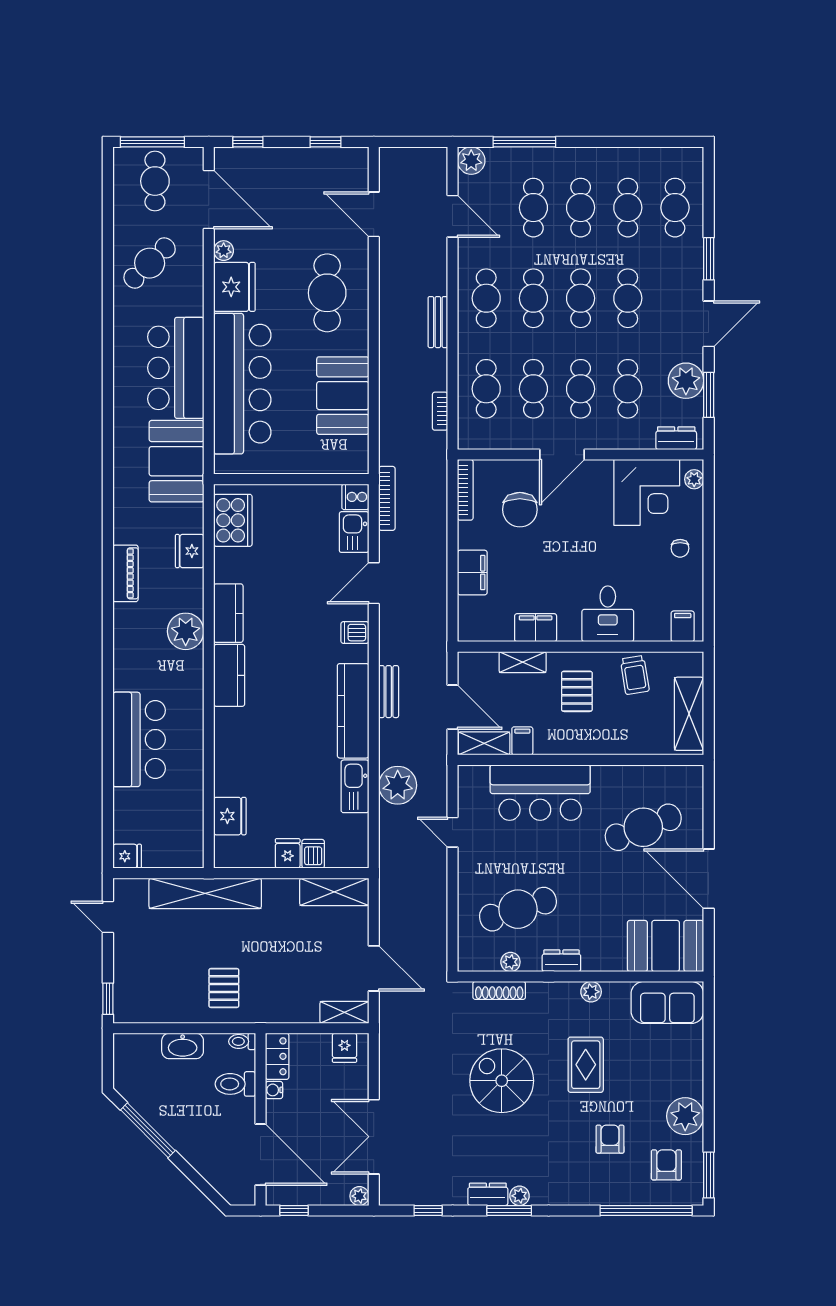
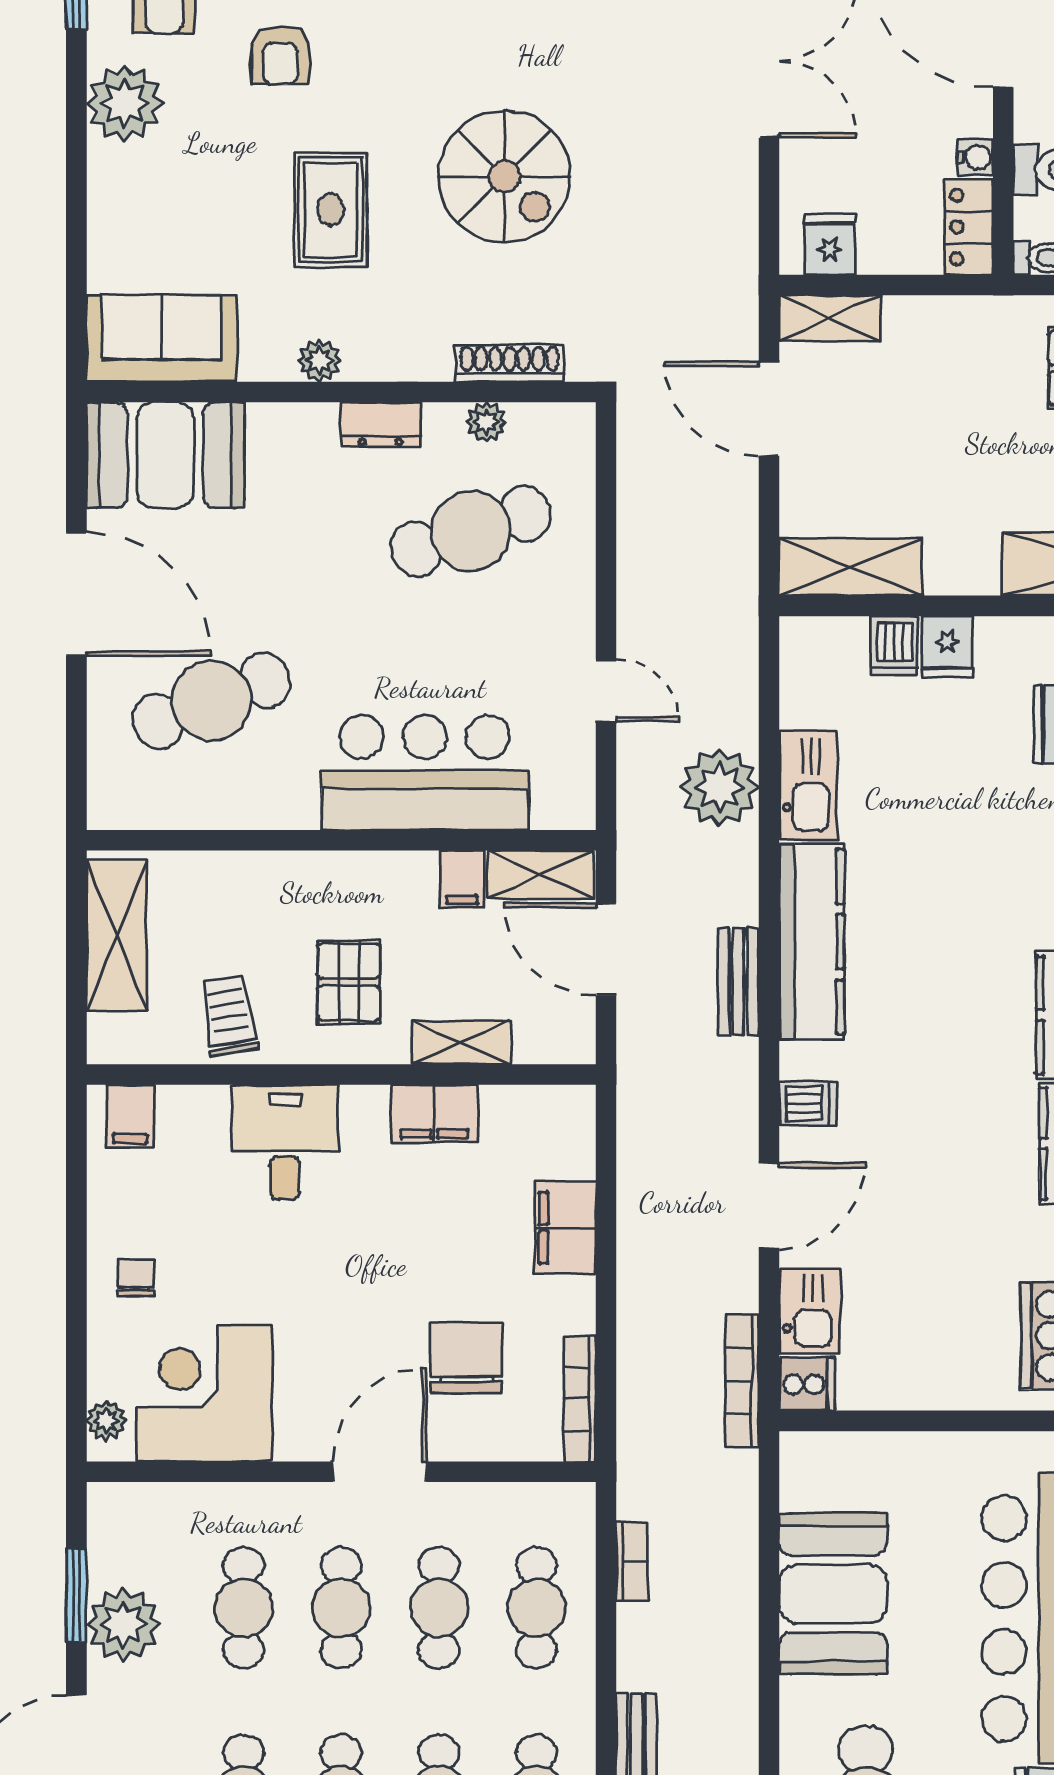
dresser: (676, 438) -> (143, 1506), removed

